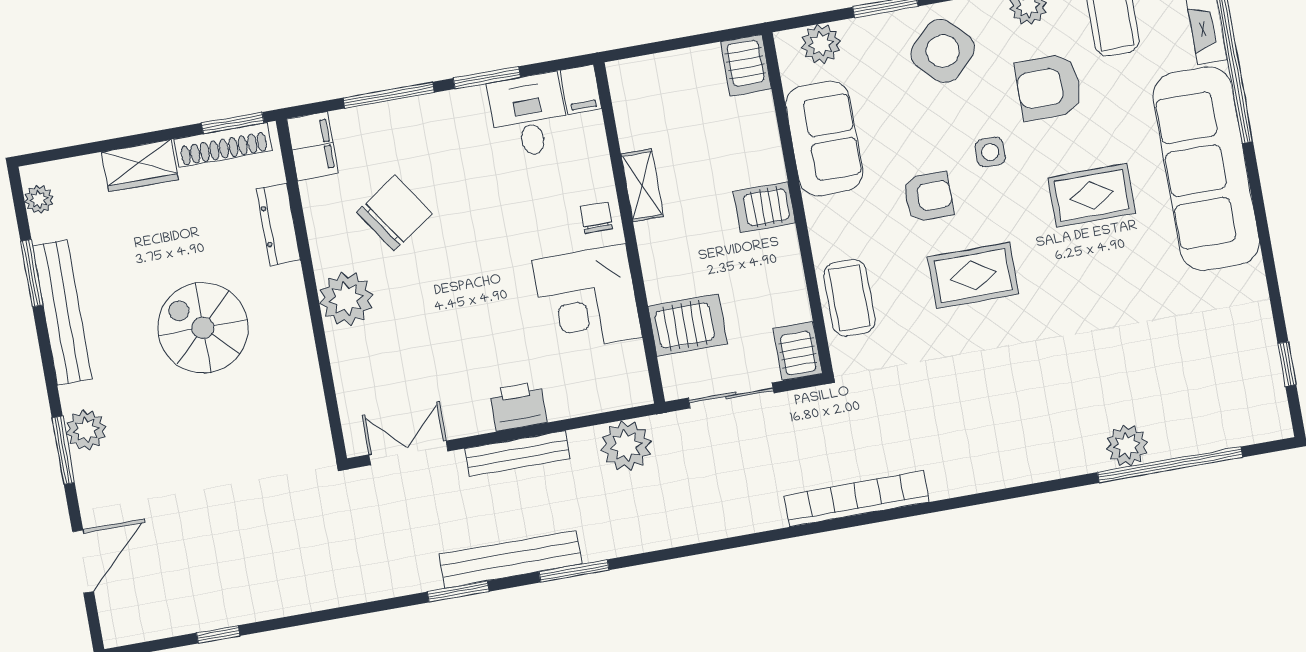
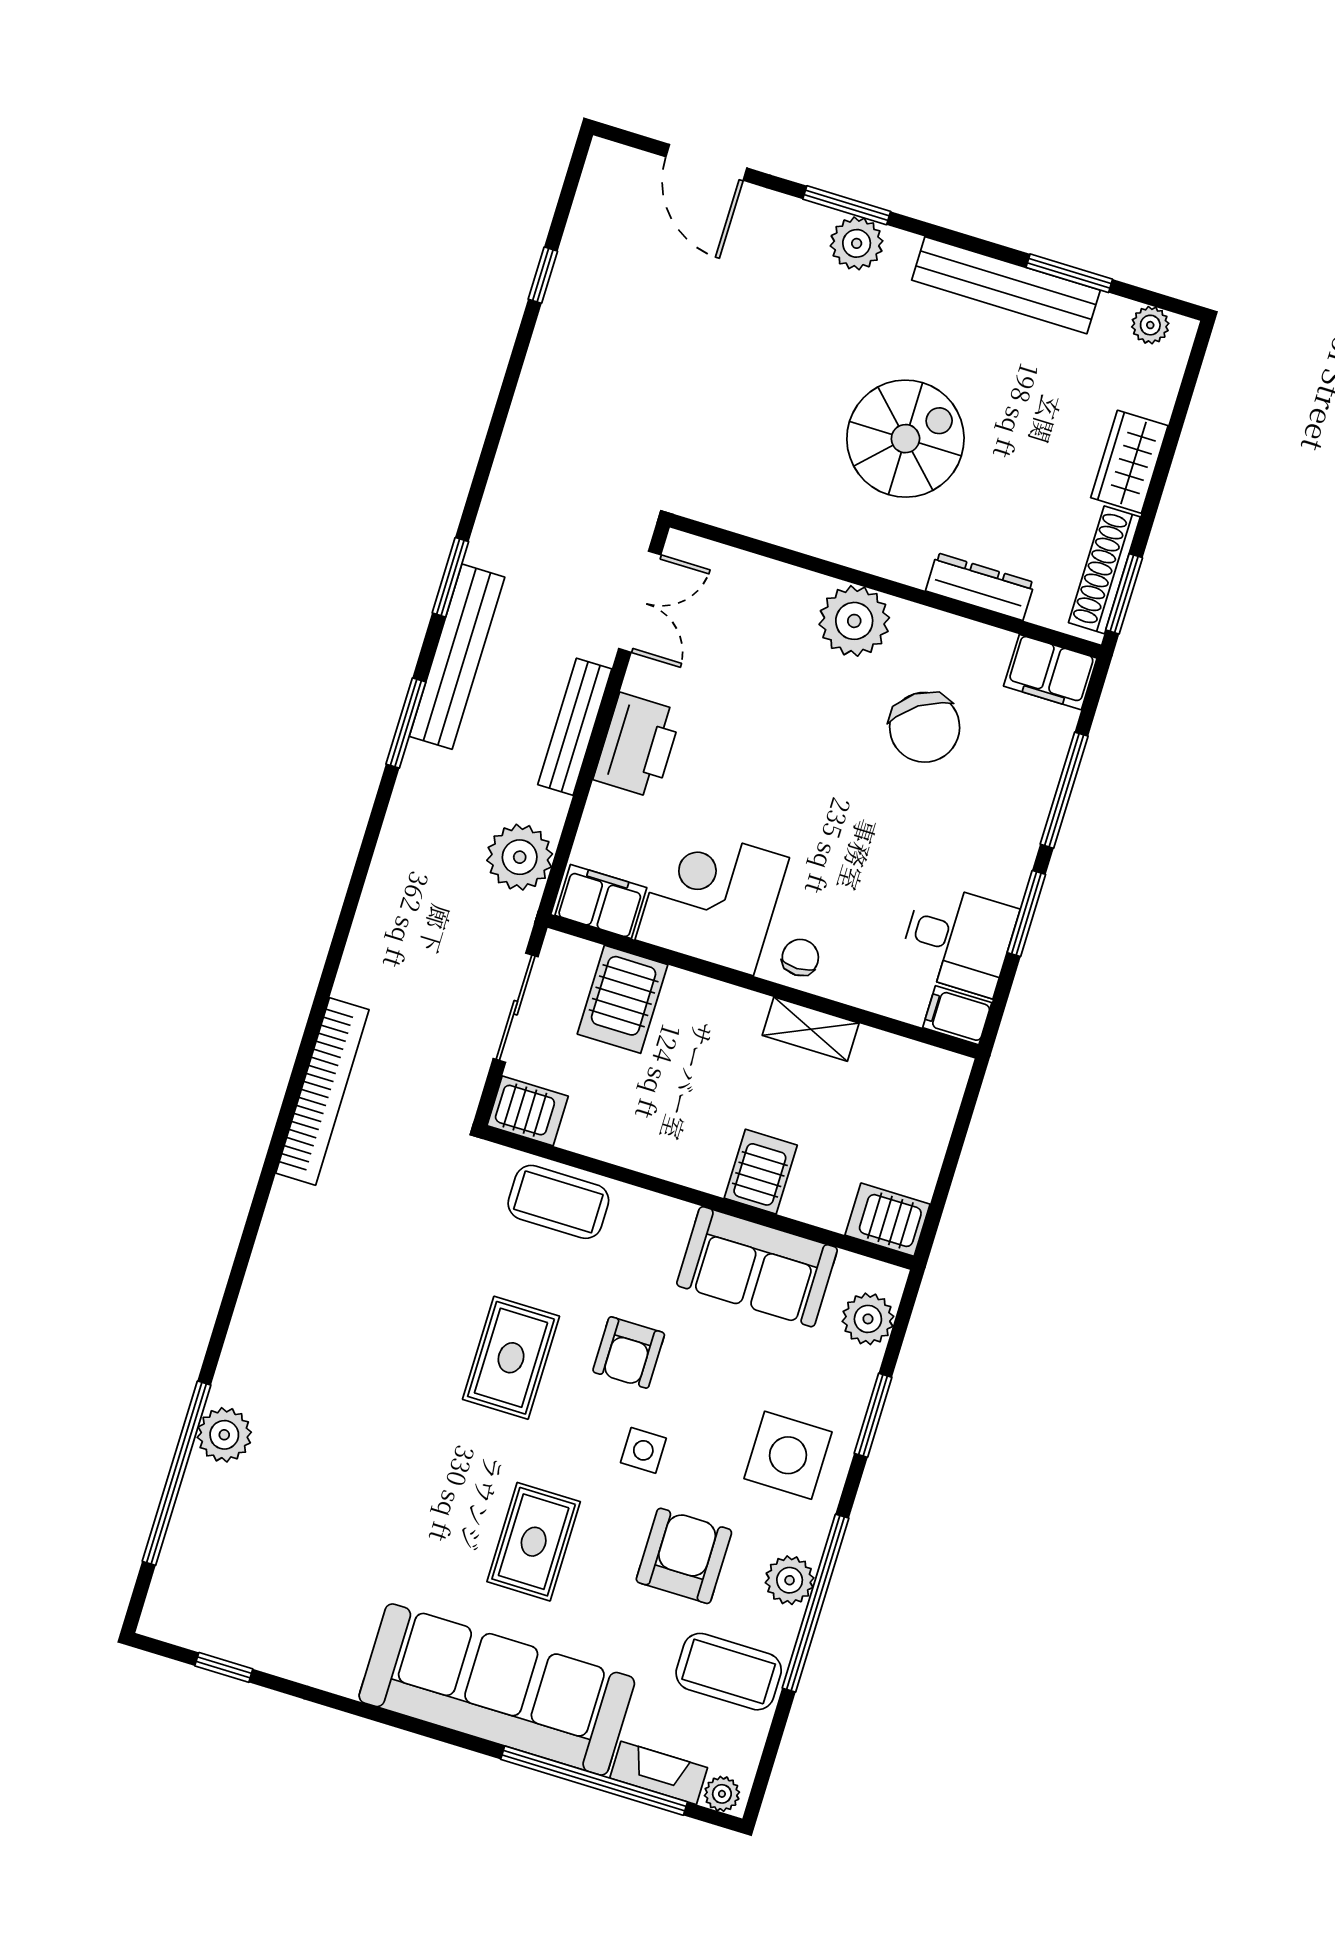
side table: (943, 51) -> (788, 1455), turned 45
server rack: (764, 207) -> (761, 1172), moved
chair: (596, 218) -> (800, 957), turned -90
filing cabinet: (628, 374) -> (601, 902), added
printer: (518, 406) -> (638, 745), width x1.37, depth x1.19

